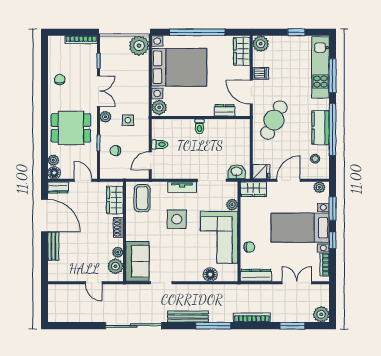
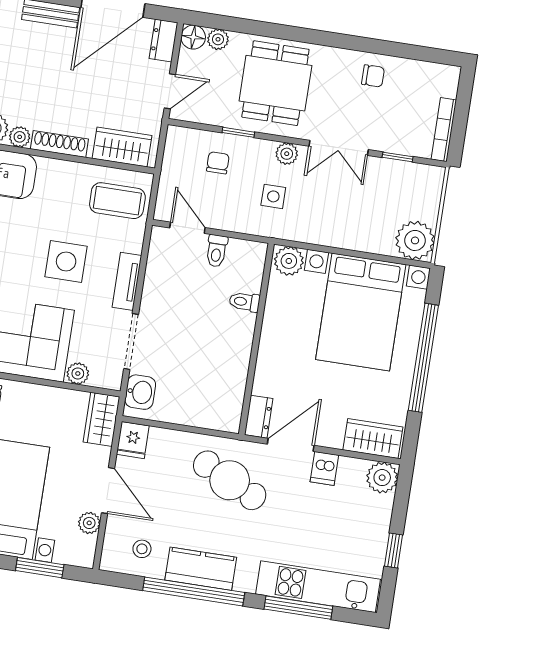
dresser: (225, 110) -> (259, 417), moved
toilet: (199, 126) -> (245, 302), moved
plant: (319, 187) -> (89, 523), moved
shoe rack: (118, 227) -> (59, 144), width x1.43

